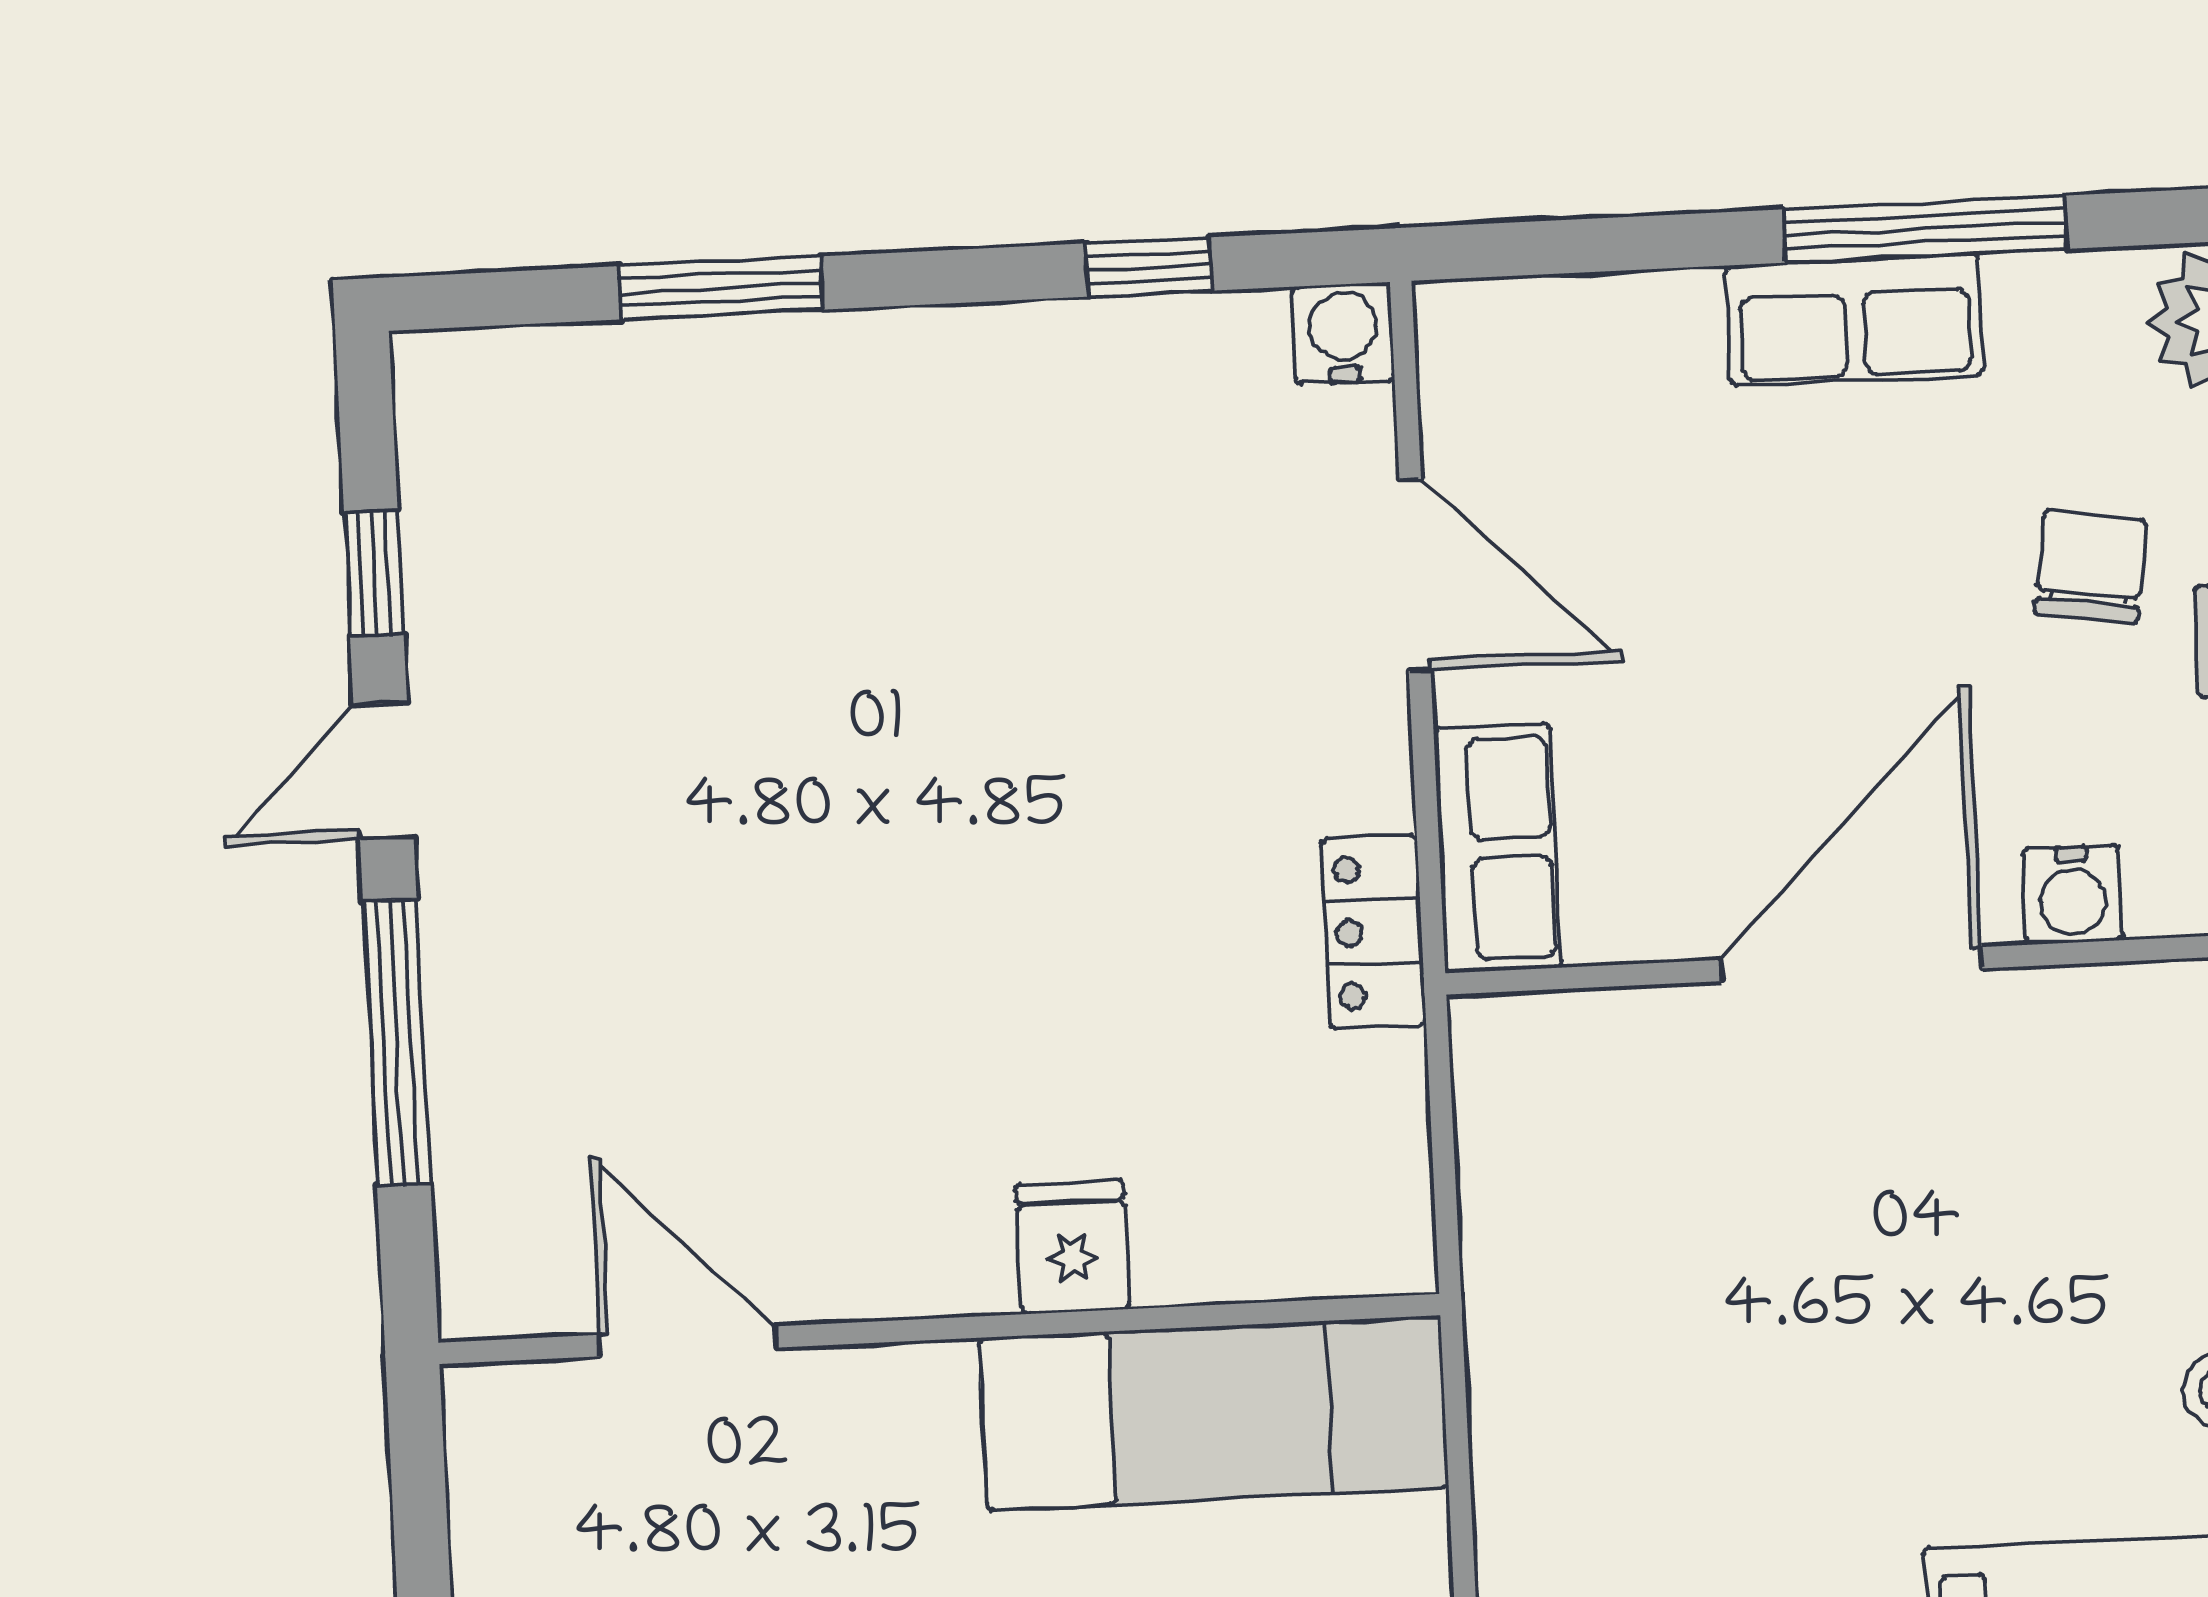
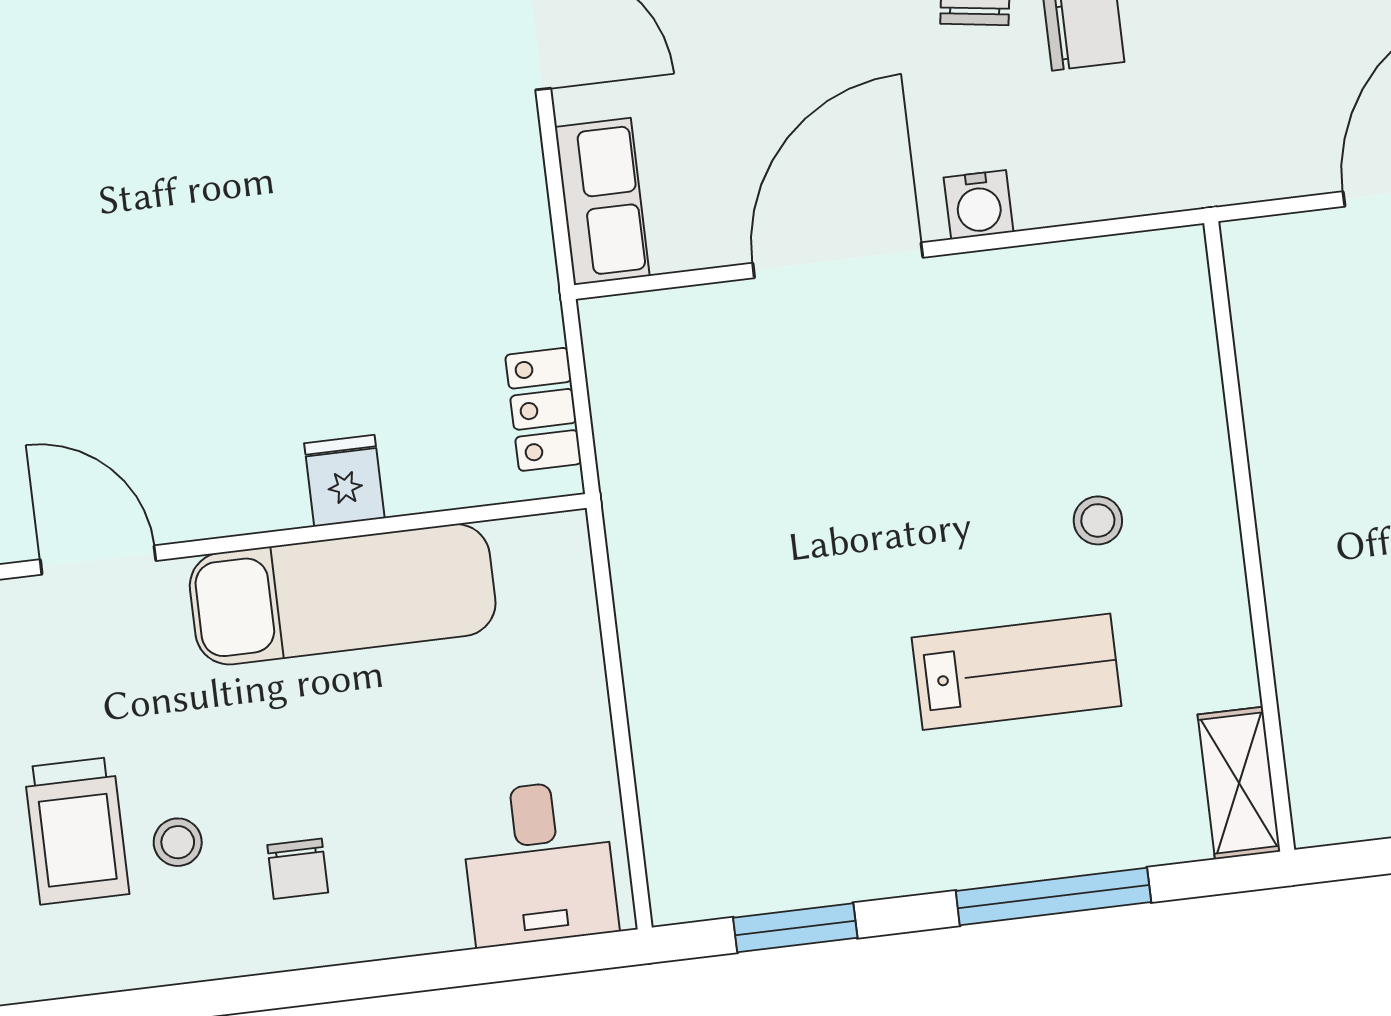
locker: (1374, 932) -> (543, 409), moved
exam couch: (1214, 1413) -> (343, 594), moved

